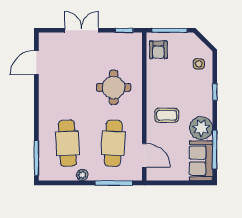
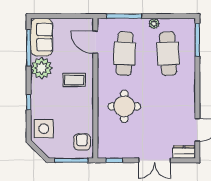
dresser: (50, 39) -> (184, 152), added
side table: (199, 64) -> (44, 129), width x1.87, depth x1.87

